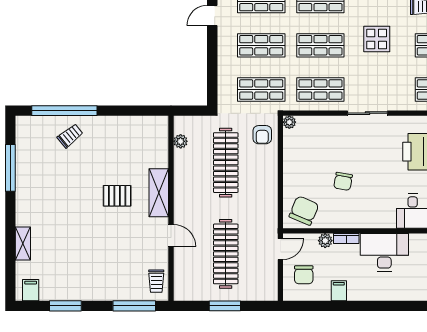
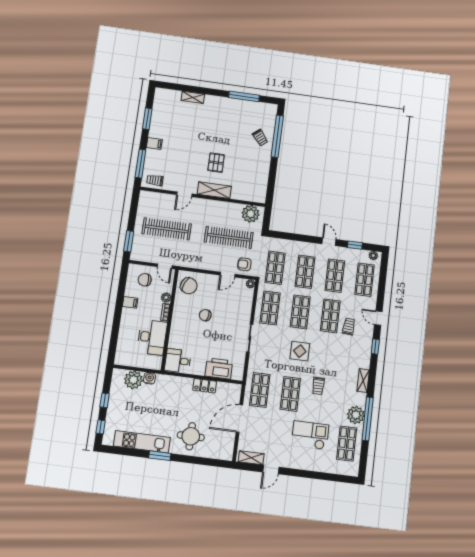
plant: (181, 141) -> (251, 214), width x1.88, depth x1.88
door: (280, 157) -> (228, 275), added
filing cabinet: (31, 290) -> (154, 143), moved
window: (225, 306) -> (129, 241), moved

